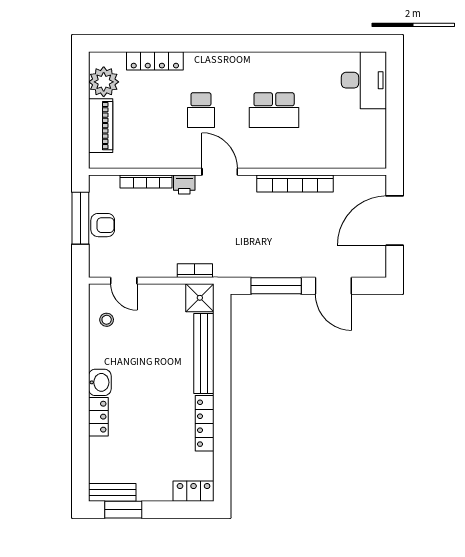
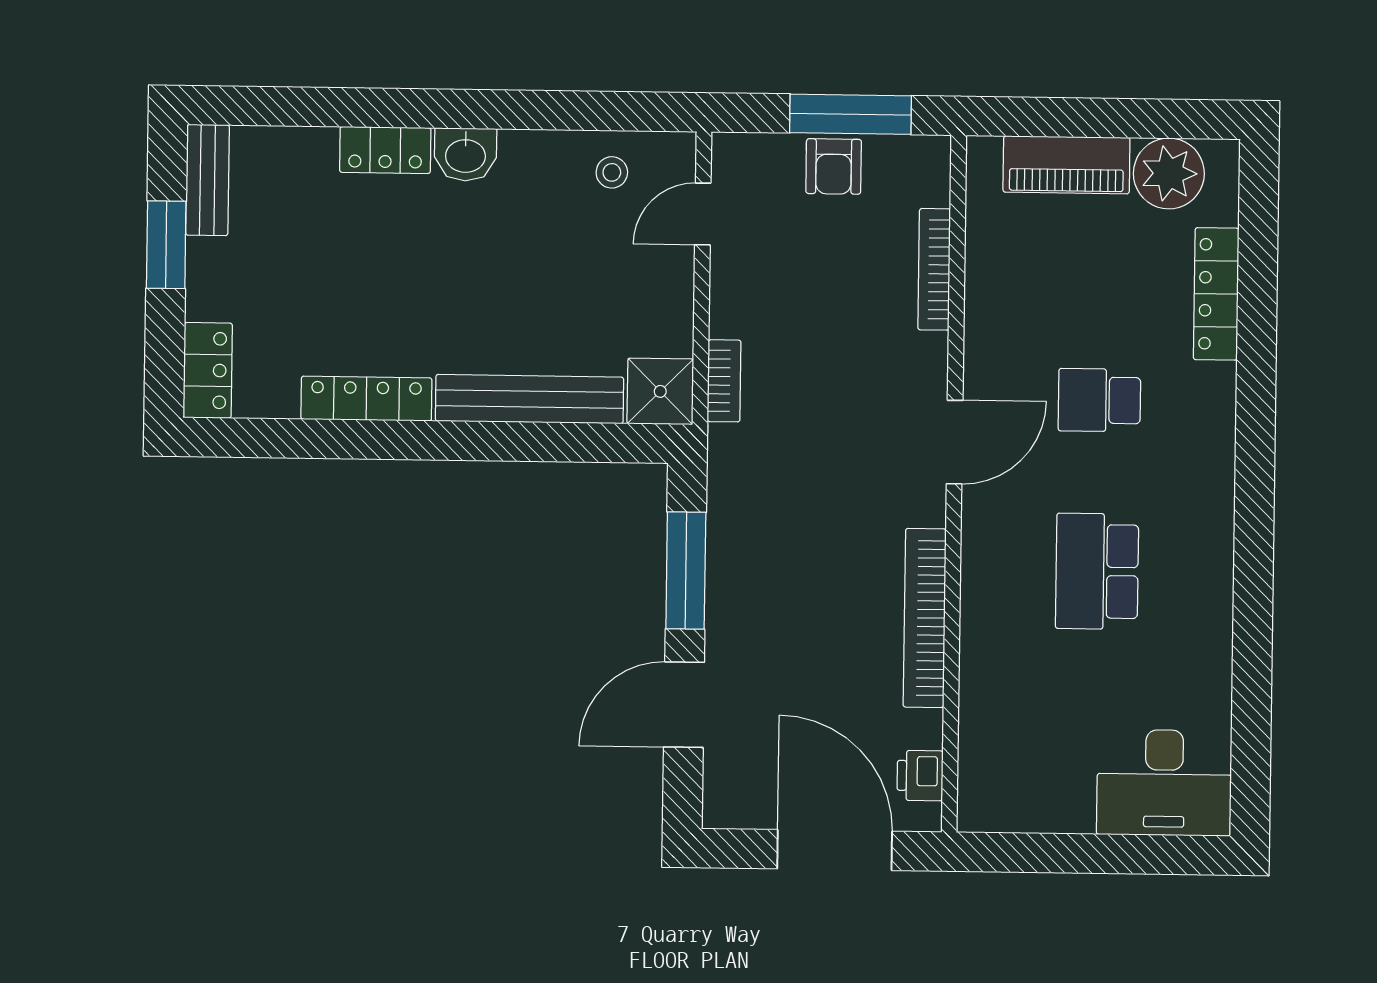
printer: (184, 185) -> (920, 776), moved
window: (123, 510) -> (166, 245), moved

